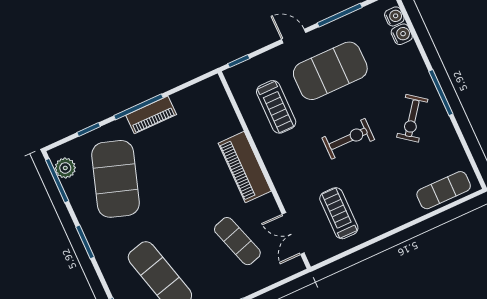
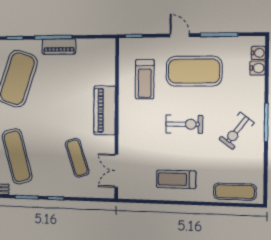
treadmill: (339, 213) -> (176, 179), moved, turned -90

